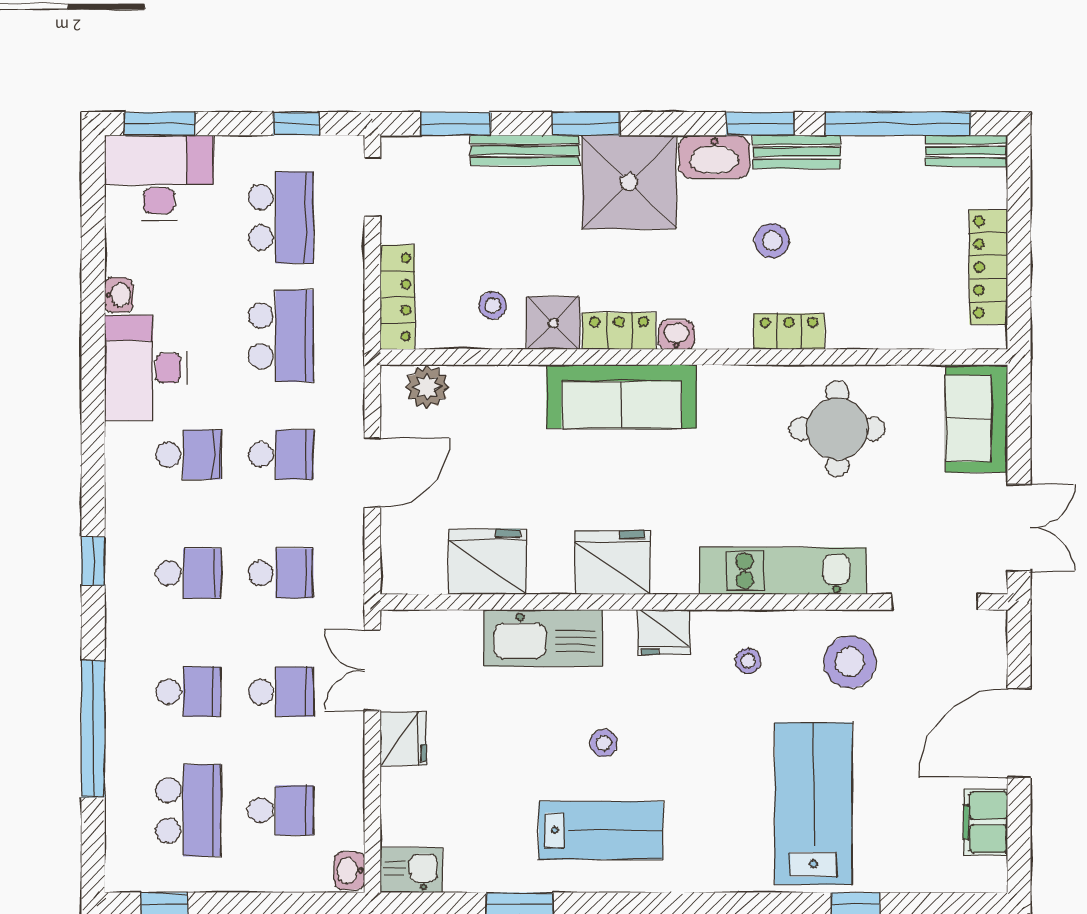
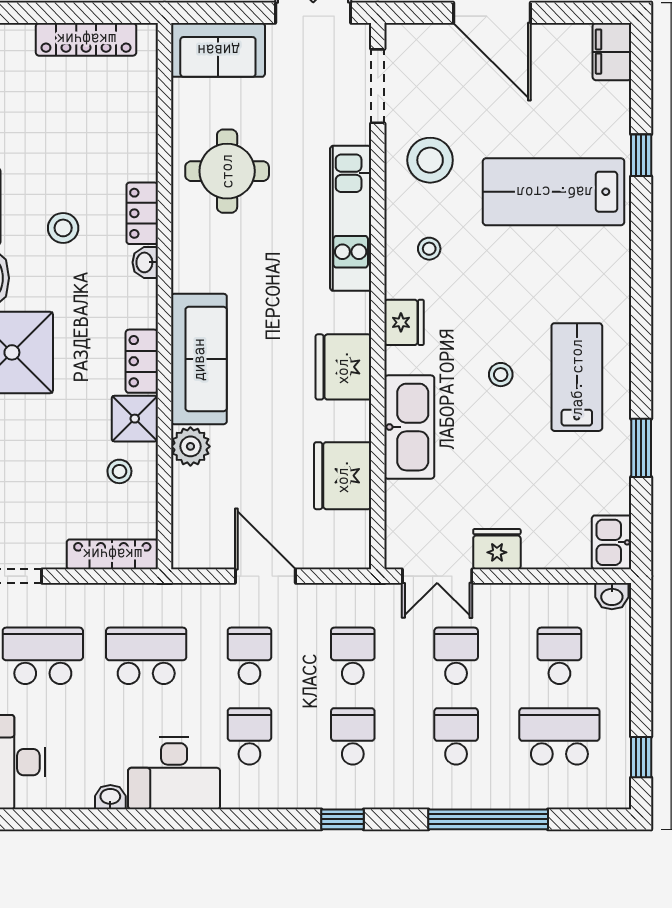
washbasin: (676, 335) -> (145, 262), moved
plant: (427, 387) -> (190, 446), moved
filing cabinet: (985, 822) -> (612, 52), moved, turned 90

